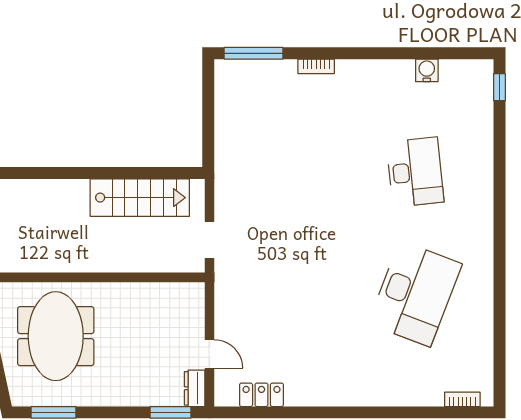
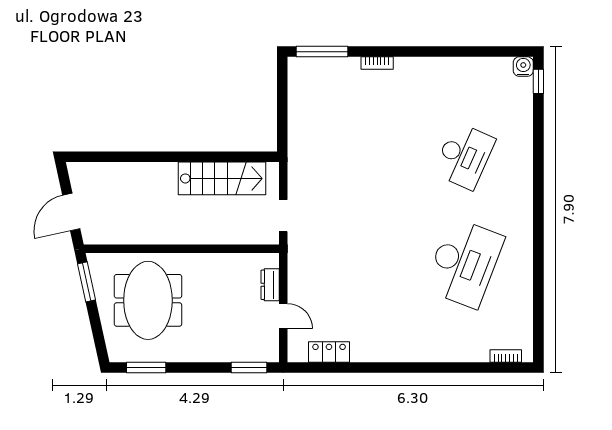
water cooler: (427, 70) -> (523, 67), moved
desk: (415, 172) -> (464, 156), turned 30
dresser: (195, 388) -> (270, 285), moved

